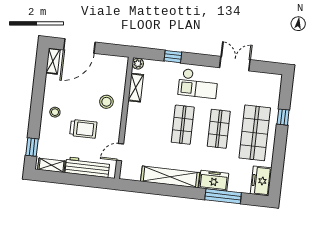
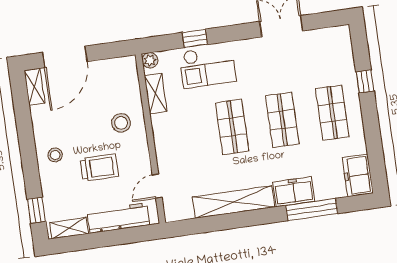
checkout: (198, 83) -> (208, 67), moved
shop shelf: (255, 133) -> (332, 113), width x0.70, depth x0.74

